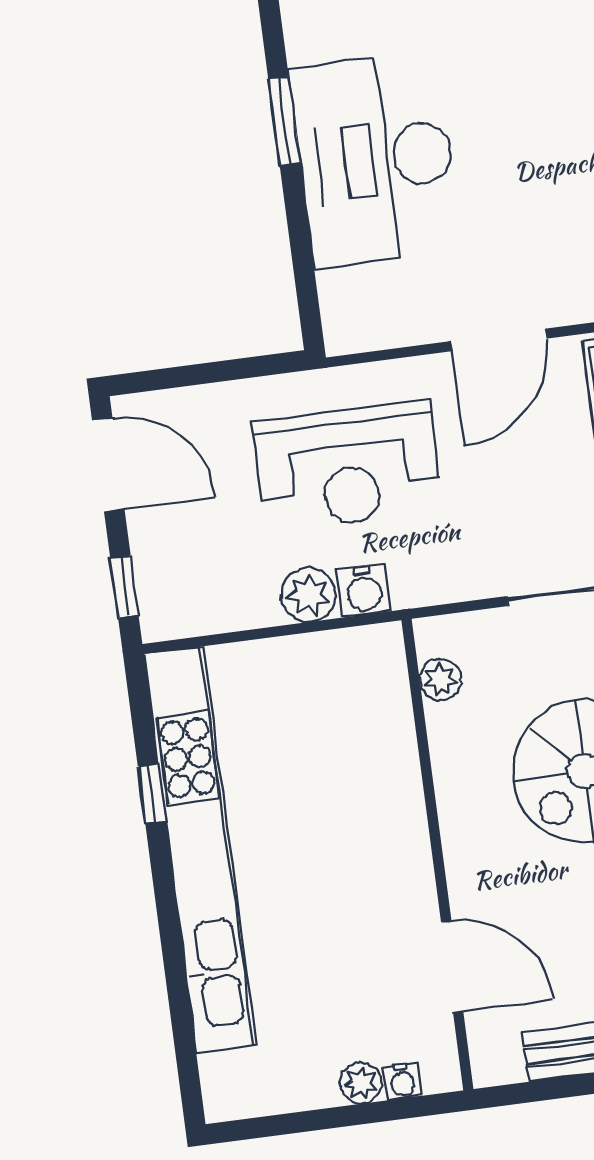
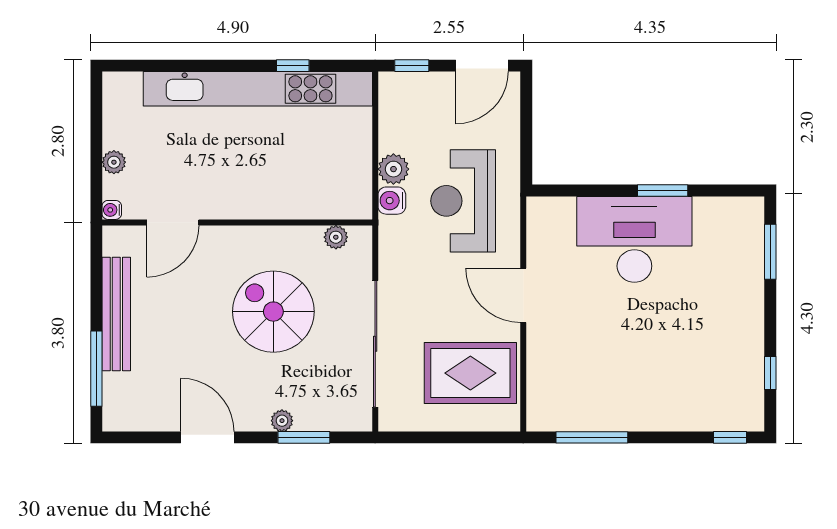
water cooler: (403, 1081) -> (112, 210), moved

